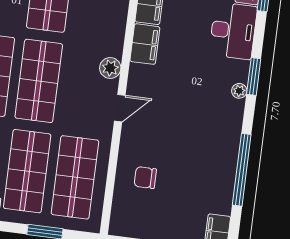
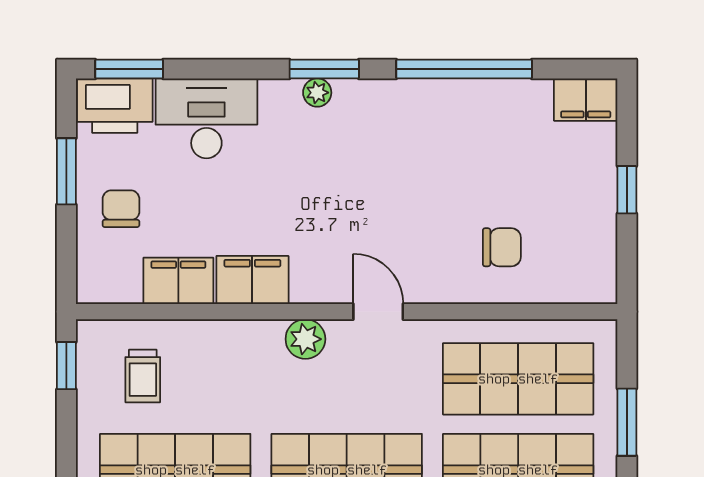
window: (254, 76) -> (324, 69), moved
chair: (145, 178) -> (502, 247), turned -90

